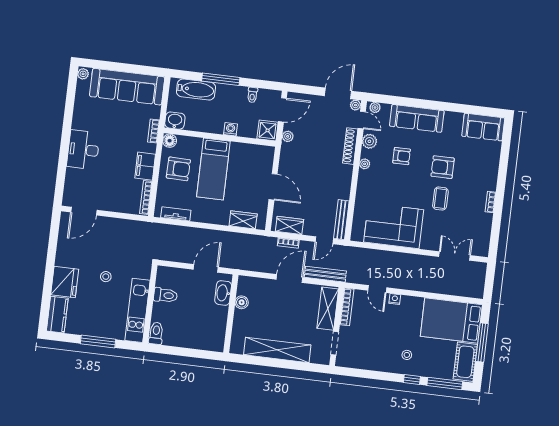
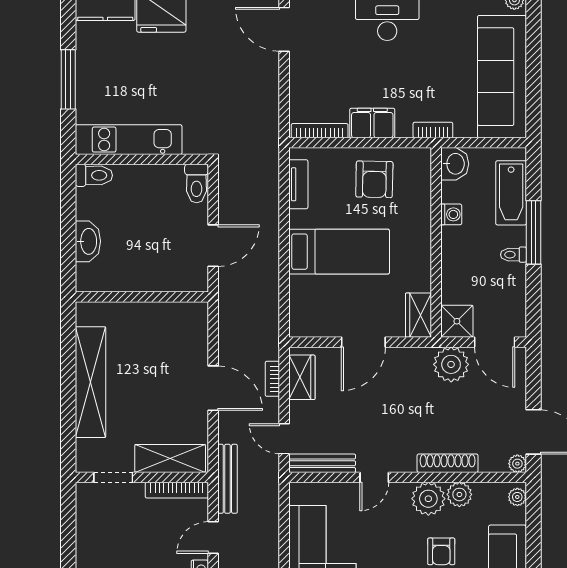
toilet: (252, 95) -> (513, 255), moved
door: (362, 120) -> (374, 477), moved
washing machine: (230, 129) -> (451, 214), moved
plant: (288, 136) -> (451, 364), width x1.87, depth x1.87
floor lamp: (170, 141) -> (420, 159), removed
plant: (365, 164) -> (428, 499), width x1.87, depth x1.87
bed: (213, 169) -> (339, 252), moved, turned 180
wardrobe: (243, 220) -> (418, 315), moved, turned 180
door: (206, 268) -> (213, 246), hinge flipped
bench: (325, 274) -> (227, 479), moved
stool: (106, 277) -> (179, 79), removed
washbasin: (223, 293) -> (88, 241), moved, turned 90
toilet: (165, 295) -> (197, 183), moved
boiler: (242, 302) -> (163, 313), removed

